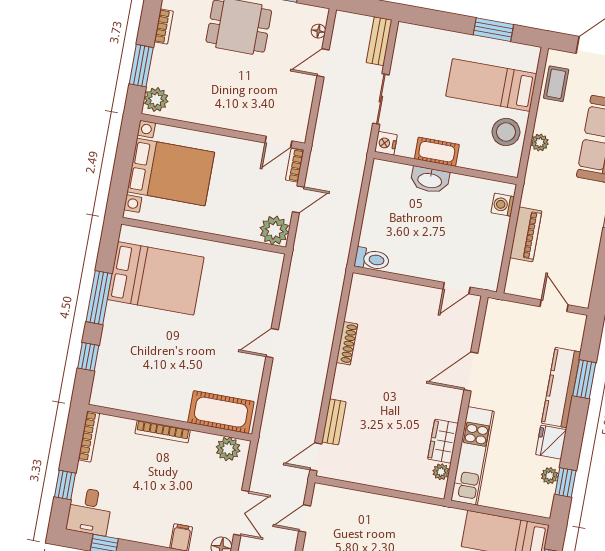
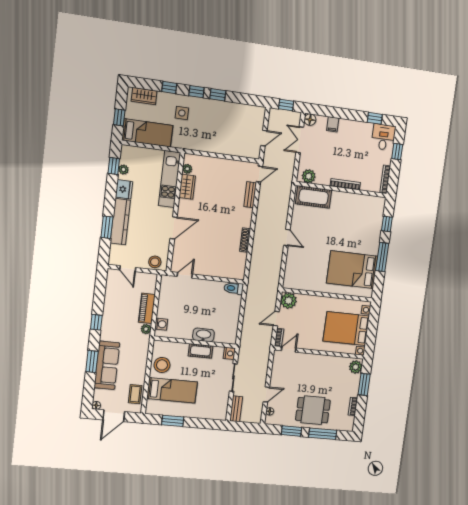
plant: (540, 143) -> (146, 329), moved
stool: (507, 315) -> (155, 262), added
door: (272, 343) -> (287, 238), hinge flipped

